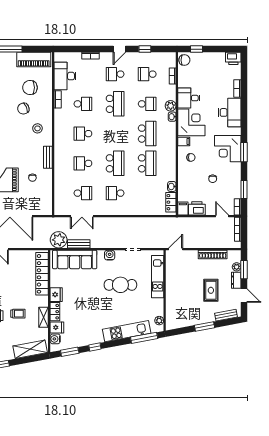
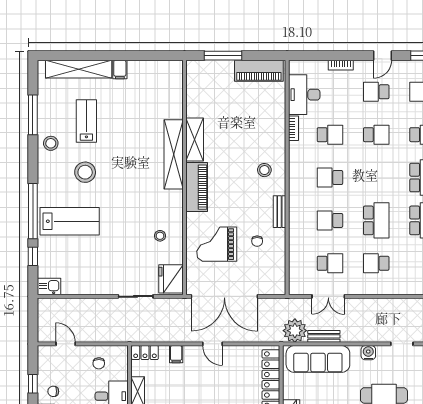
chair: (30, 88) -> (254, 111), removed
school desk: (115, 104) -> (376, 135), width x0.54
chair: (23, 109) -> (244, 142), removed

